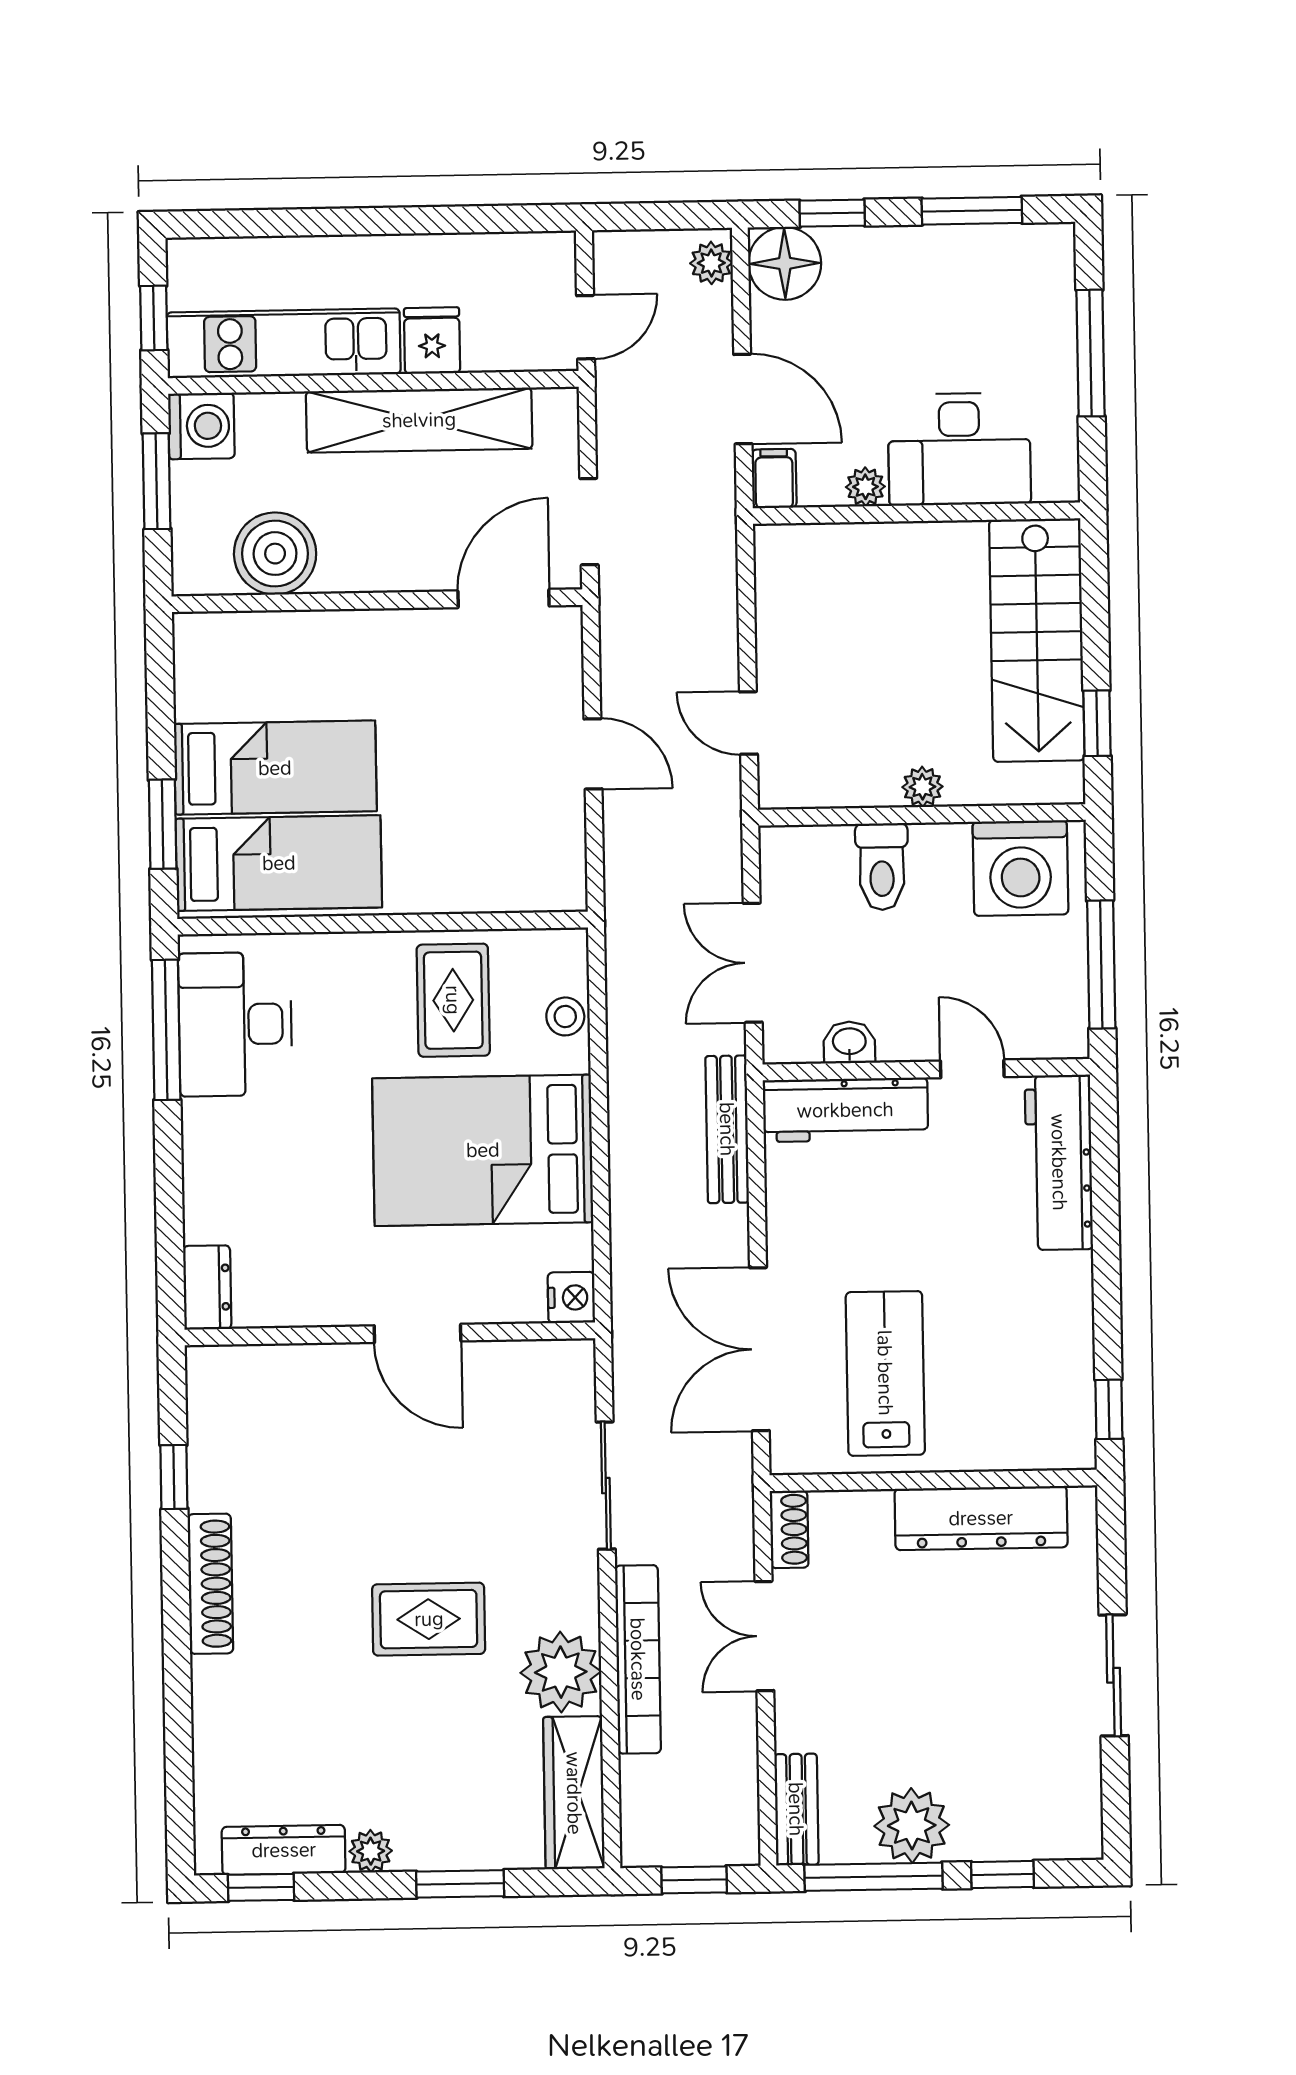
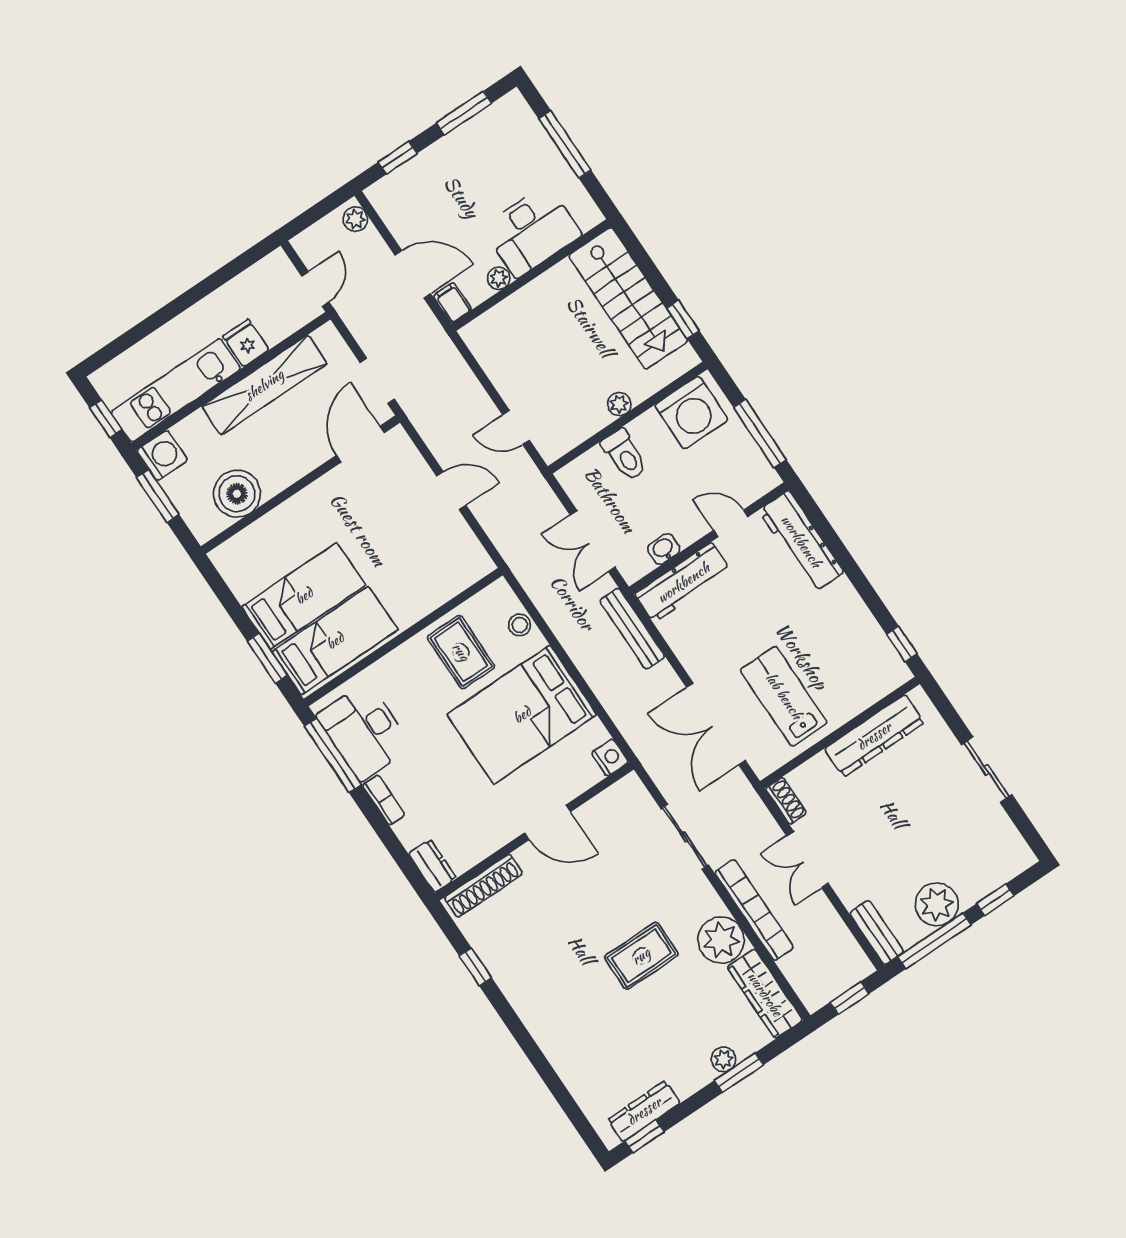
floor lamp: (785, 263) -> (391, 196), removed
bookcase: (198, 1144) -> (384, 800), added
shoe rack: (210, 1584) -> (484, 886), moved, turned 90
plant: (371, 1851) -> (724, 1059), moved

